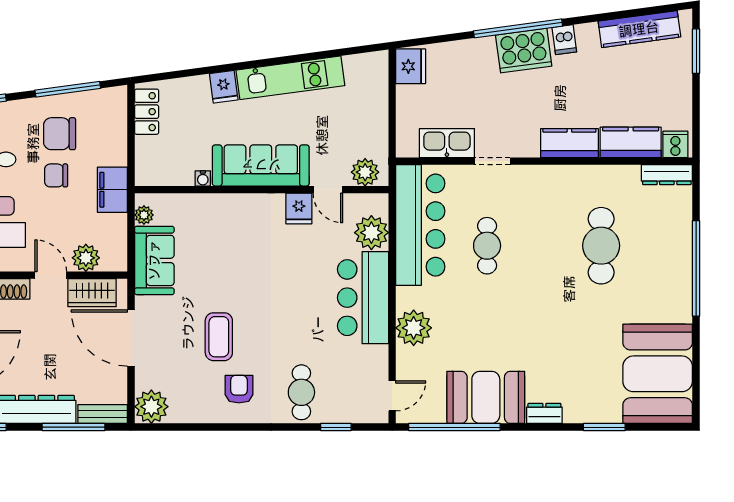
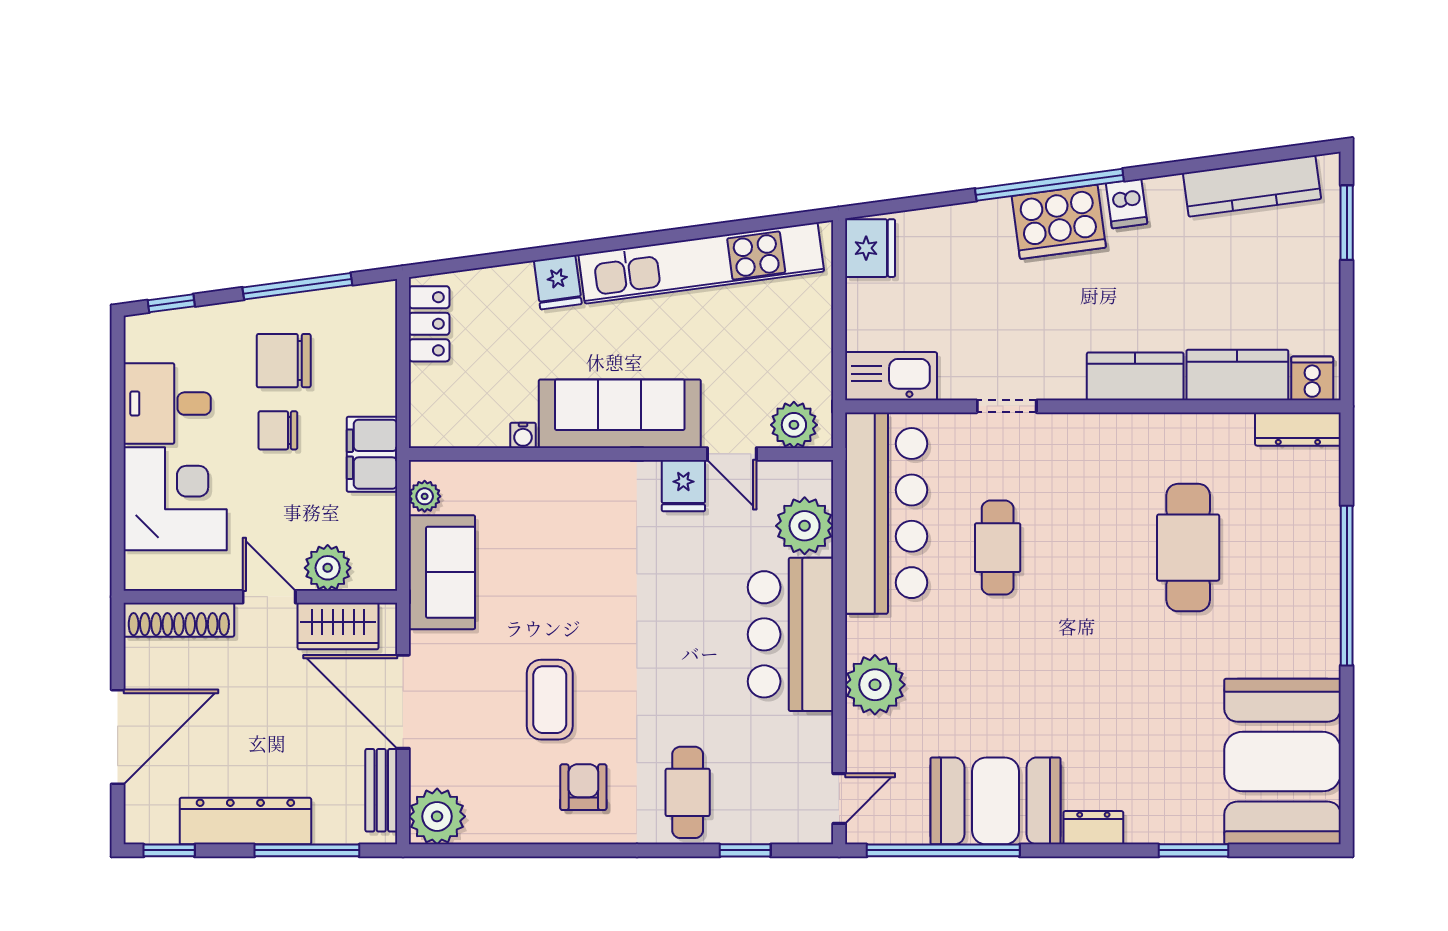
kitchen unit: (290, 78) -> (701, 263), width x1.36
kitchen sink: (447, 143) -> (891, 376), moved
bench: (103, 414) -> (381, 790), moved, turned 90

